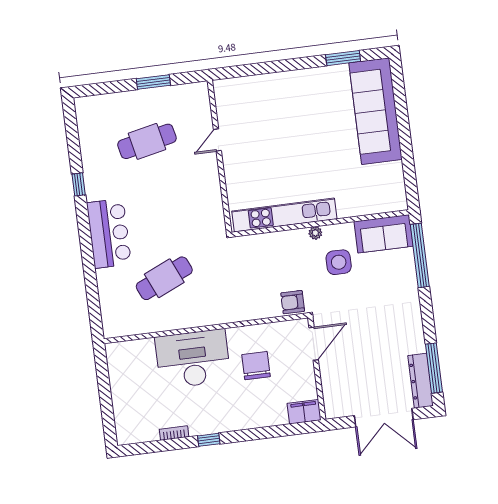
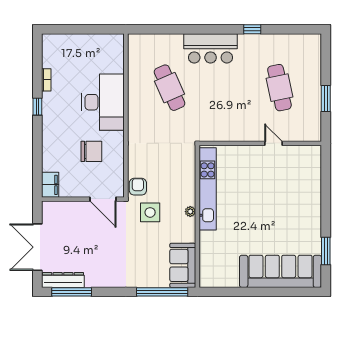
side table: (339, 262) -> (150, 212), moved

